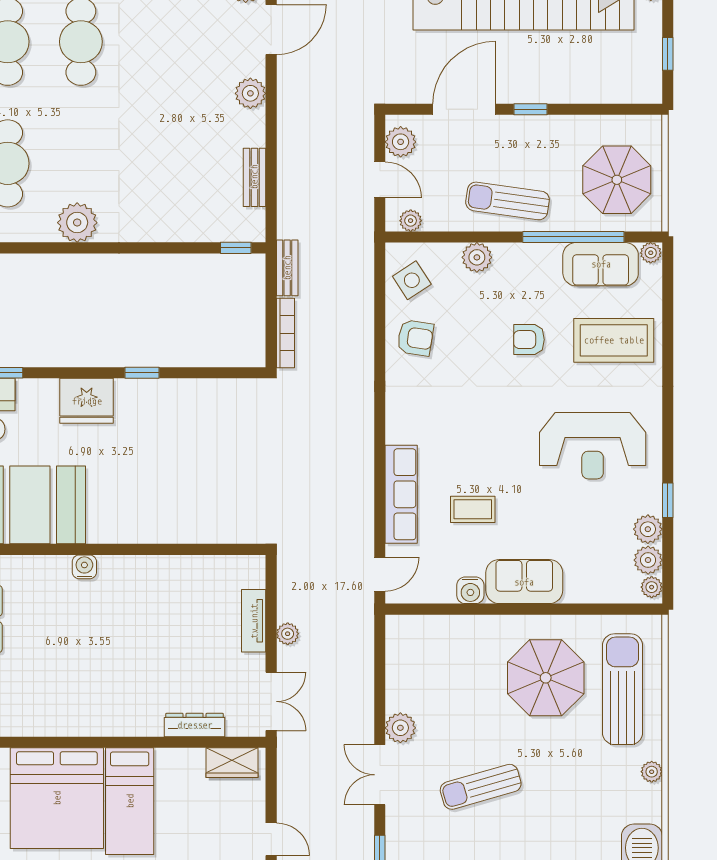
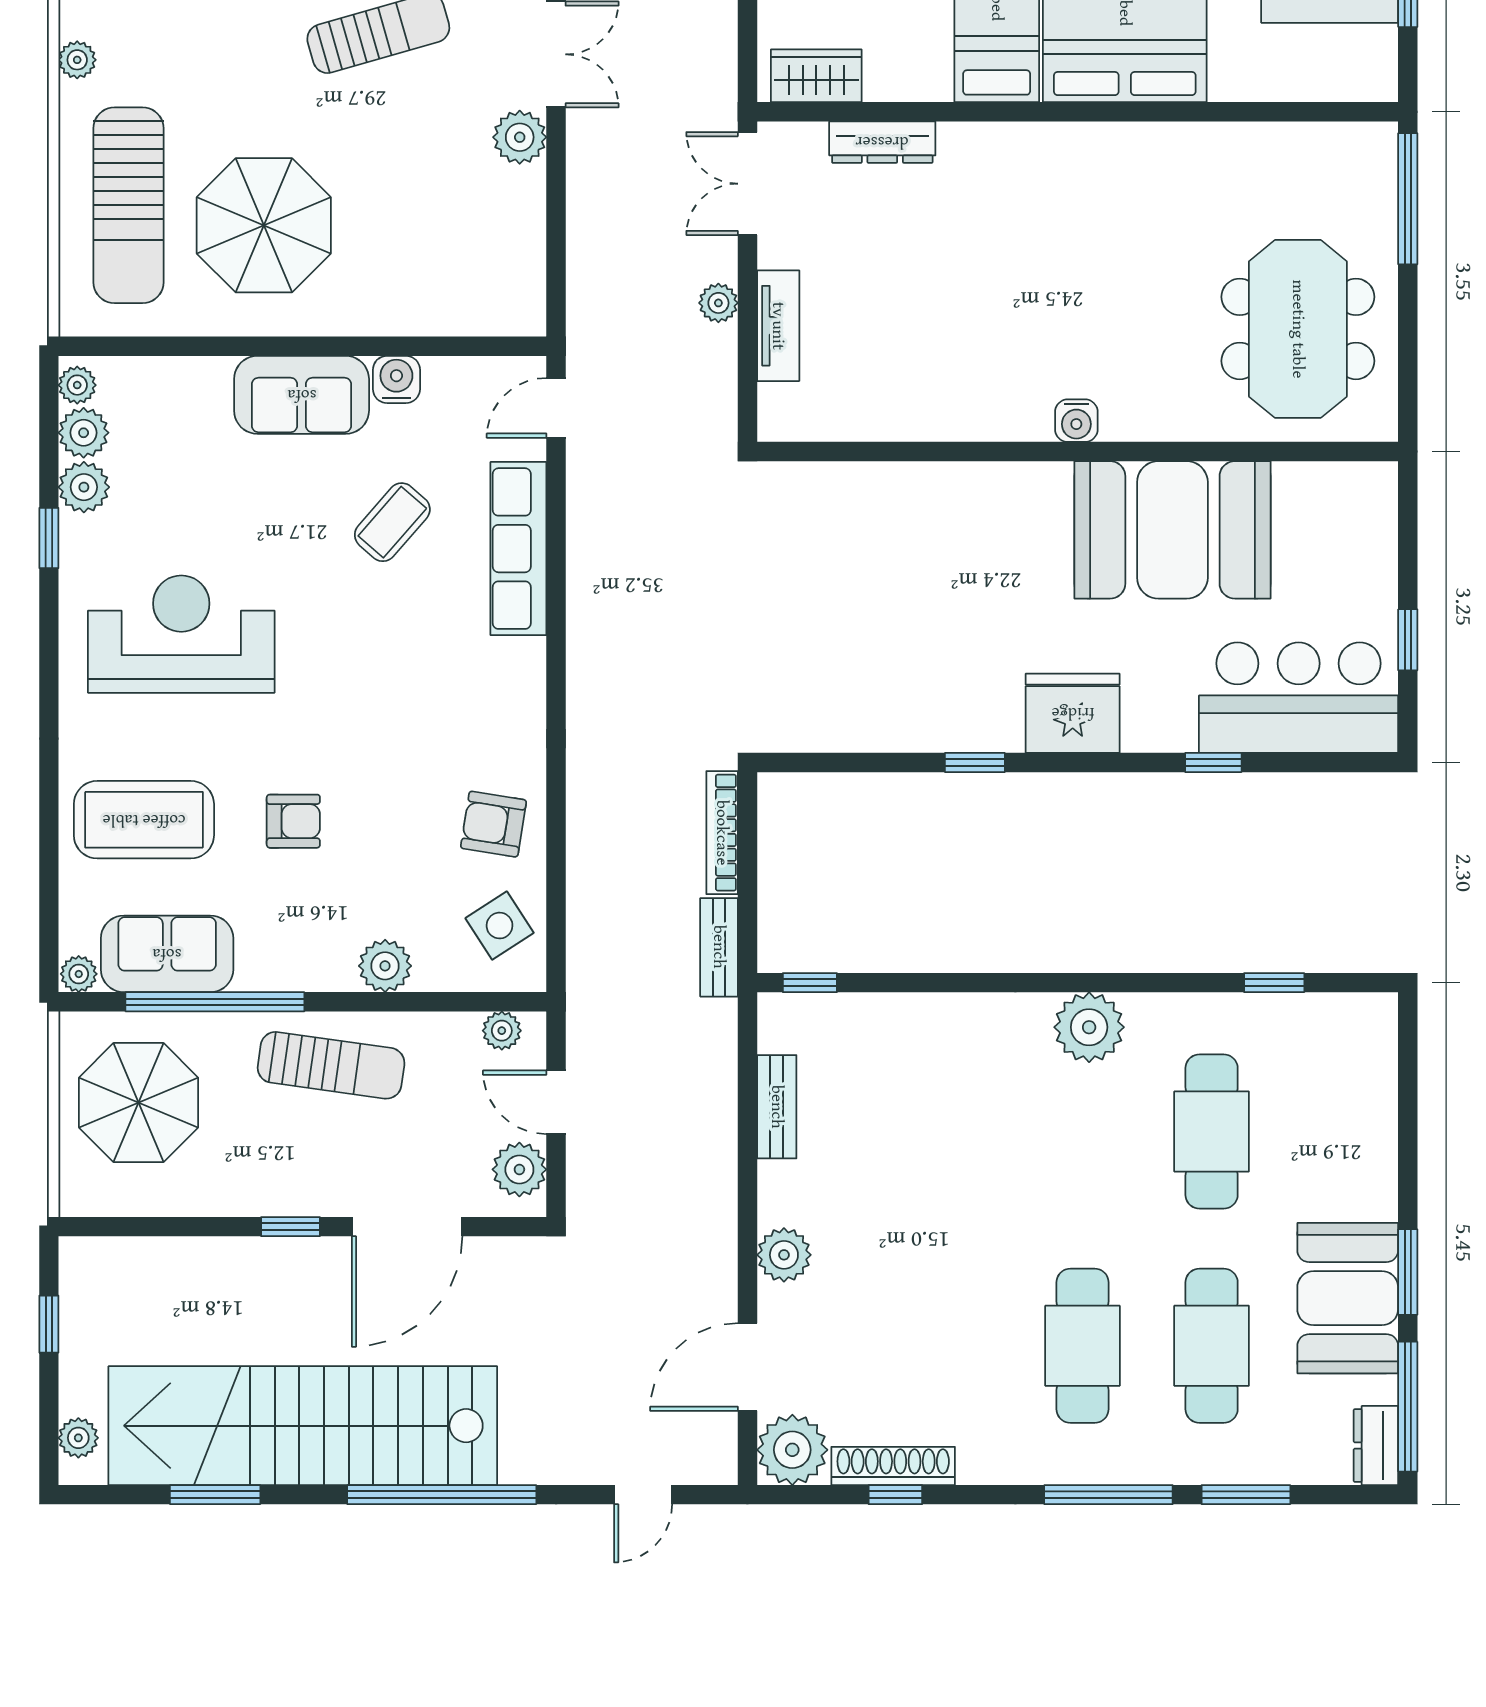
coffee table: (473, 509) -> (392, 522), turned -49

